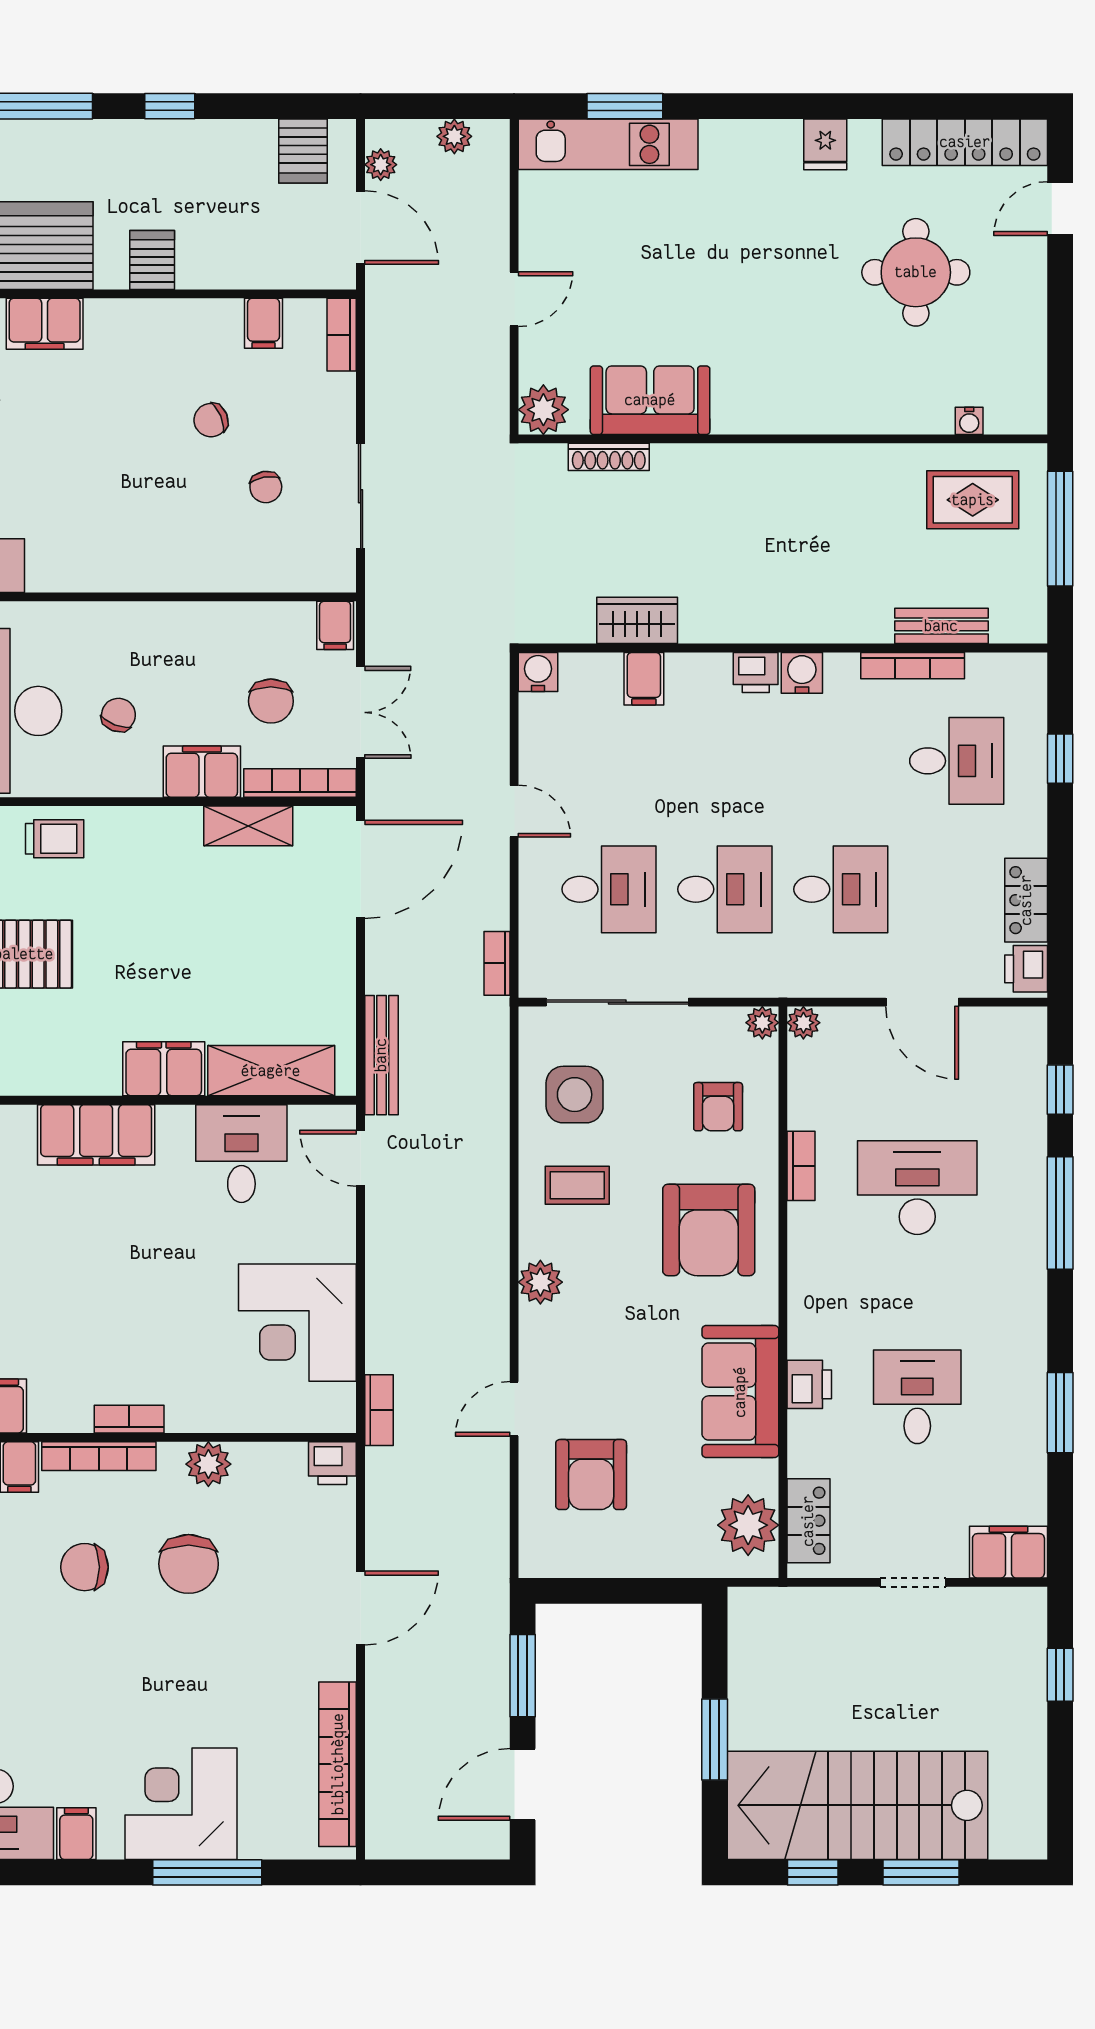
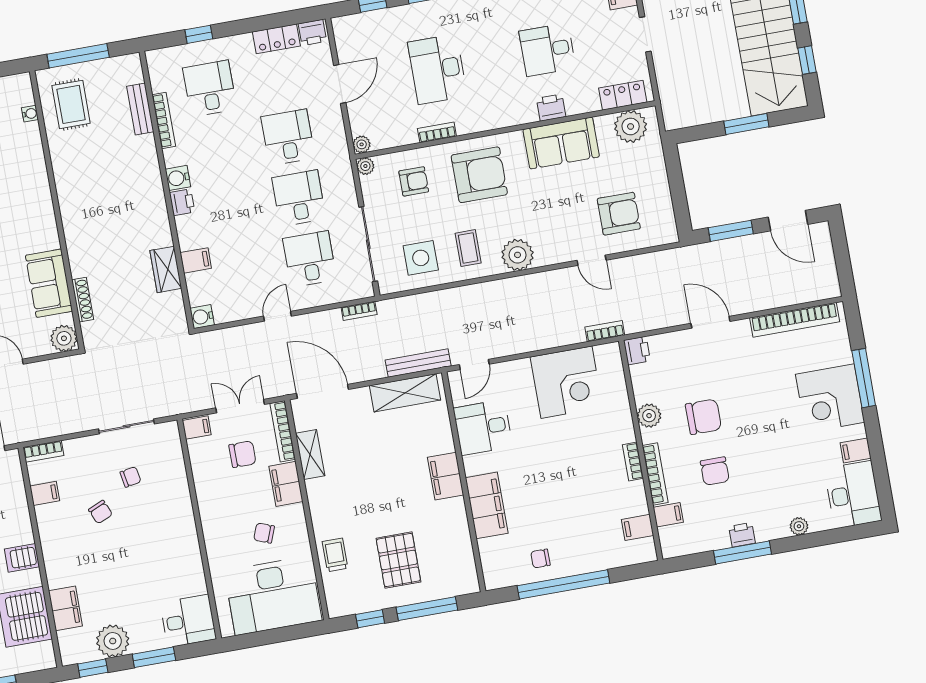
shelving: (271, 1071) -> (405, 393), moved, turned 90
plant: (540, 1282) -> (518, 255), width x1.36, depth x1.36

